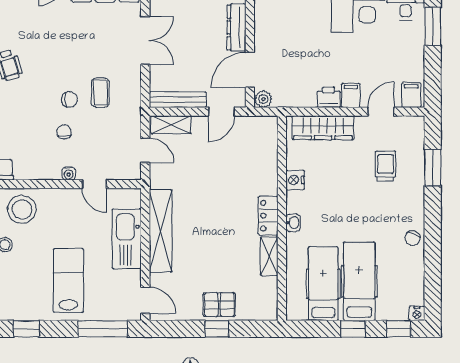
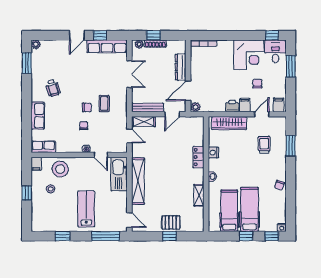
chair: (373, 57) -> (257, 84), added
locker: (268, 216) -> (198, 157), moved
kitchen sink: (127, 239) -> (119, 174), moved

